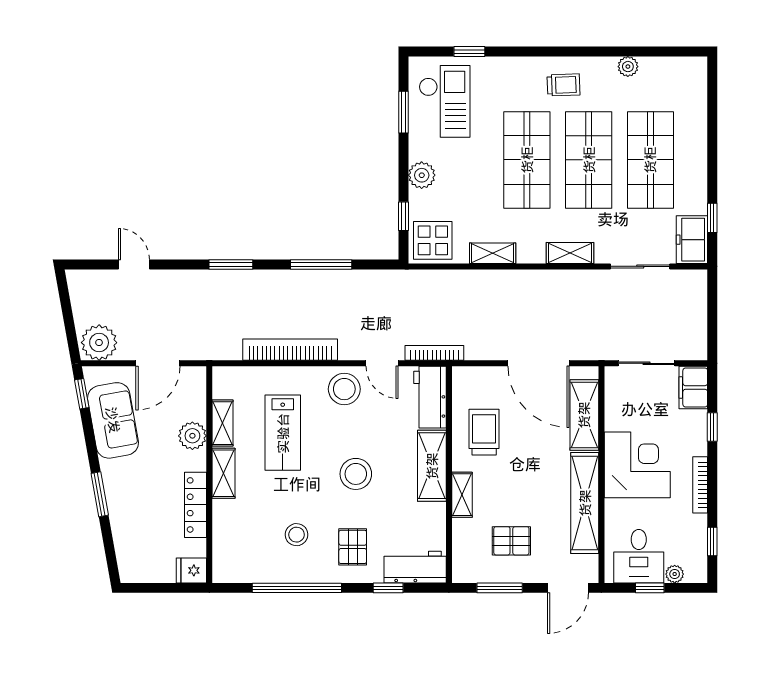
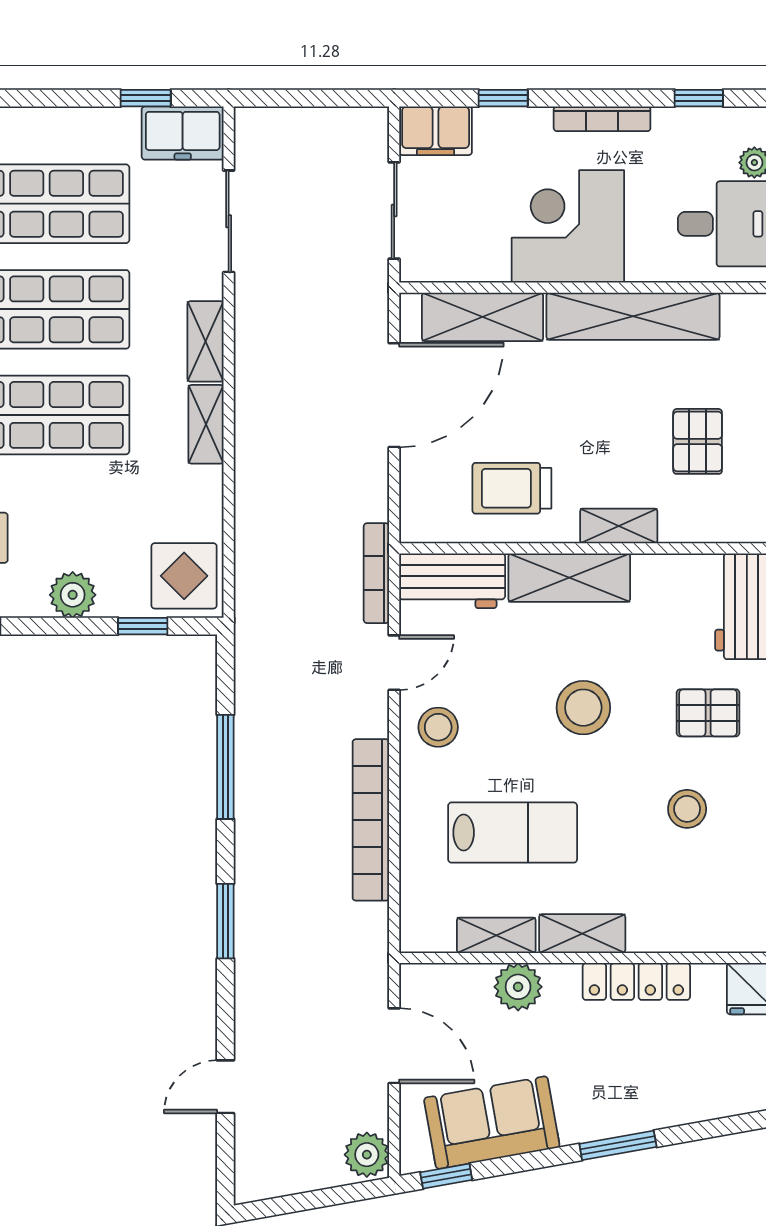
shelving: (493, 253) -> (206, 424), moved
plant: (99, 343) -> (367, 1155), width x0.73, depth x0.73
stool: (344, 389) -> (438, 727), width x0.73, depth x0.73

